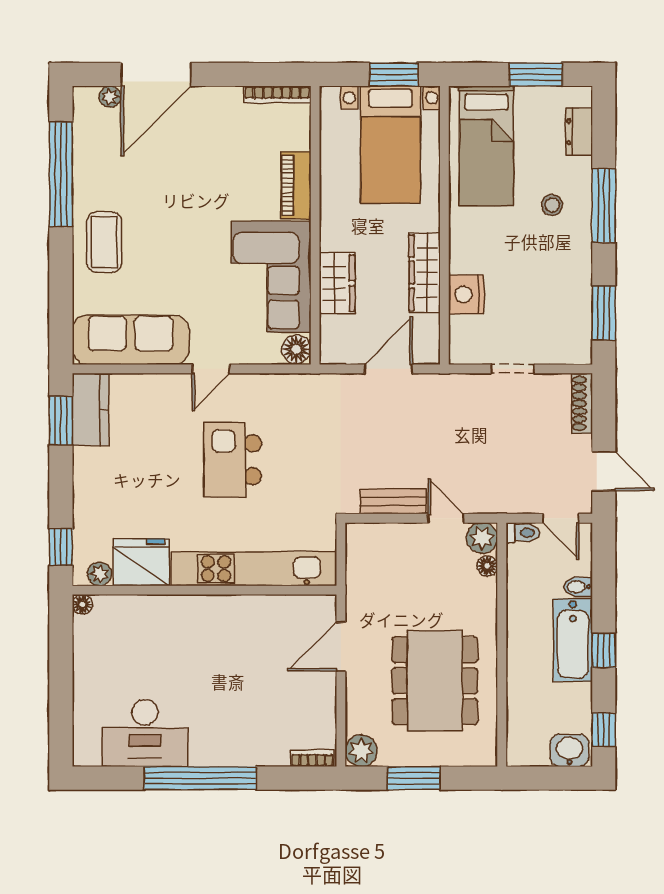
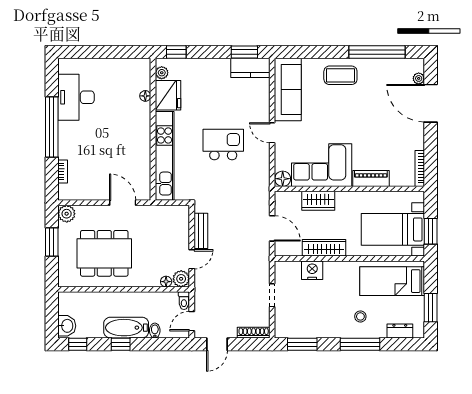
floor lamp: (82, 604) -> (145, 96), moved
bookcase: (312, 758) -> (63, 172), moved

